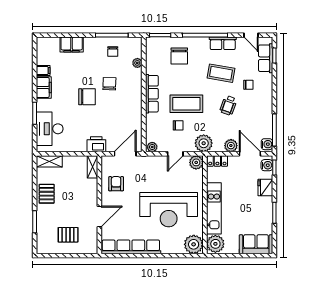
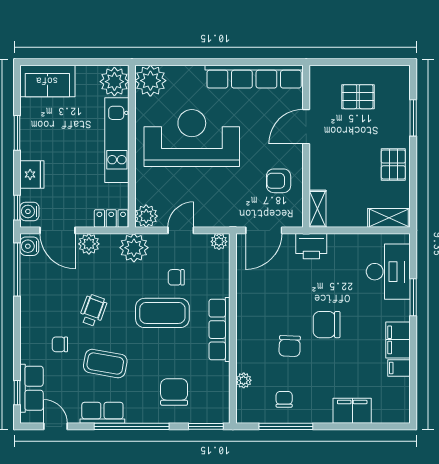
armchair: (116, 184) -> (279, 181), turned 90

